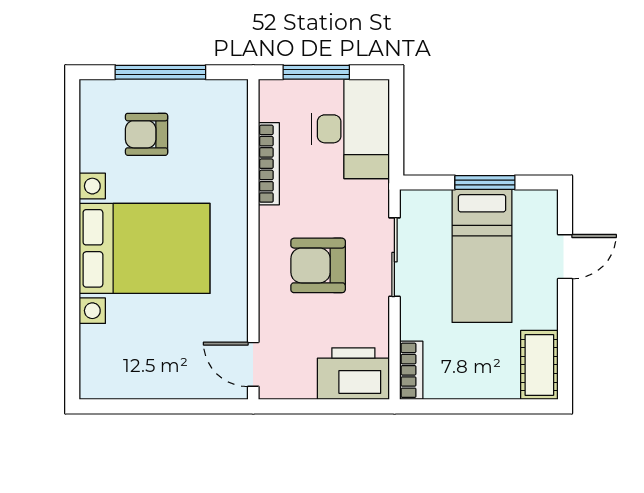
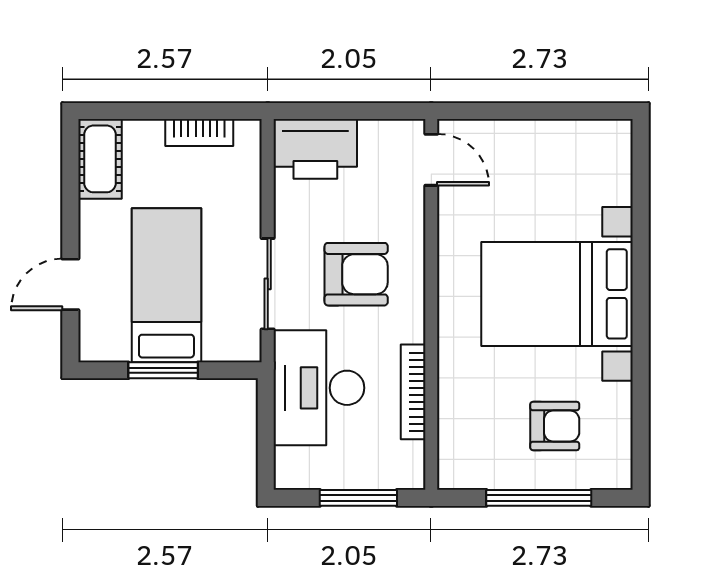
desk: (350, 129) -> (319, 388), moved
bookcase: (411, 370) -> (199, 132), moved, turned -90

